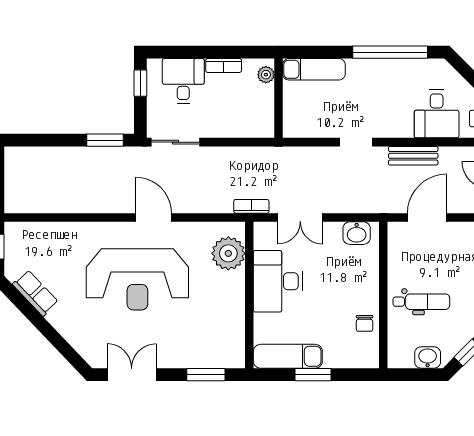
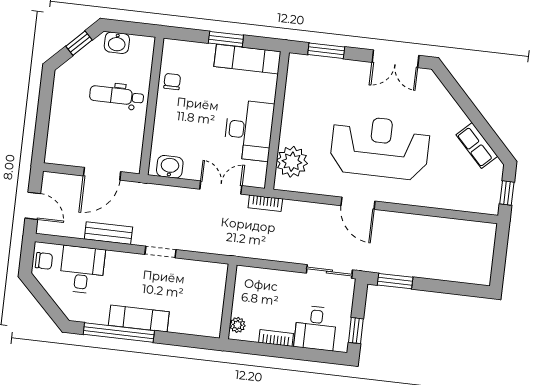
exam couch: (314, 69) -> (139, 319), moved

